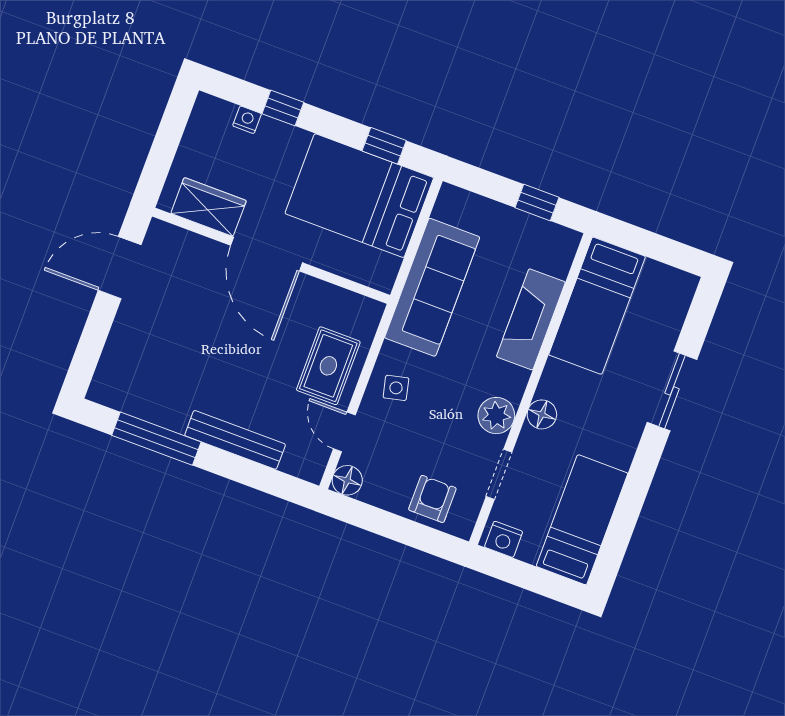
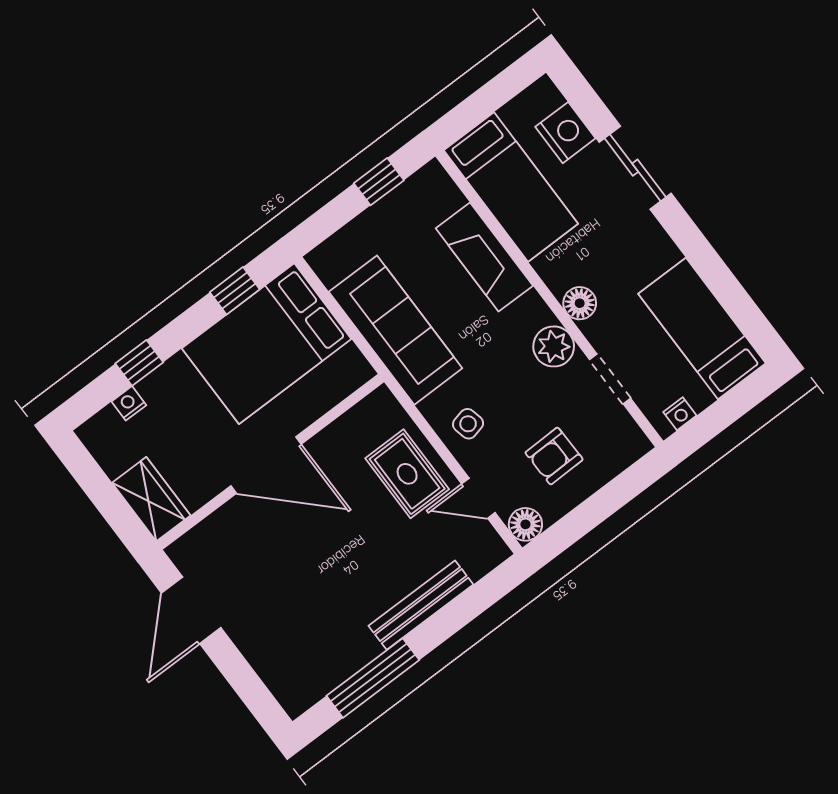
wardrobe: (209, 207) -> (151, 499), moved, turned 90
nightstand: (665, 321) -> (565, 133), added
armchair: (432, 499) -> (554, 456), moved, turned -91
nightstand: (504, 539) -> (680, 414), width x0.72, depth x0.74

